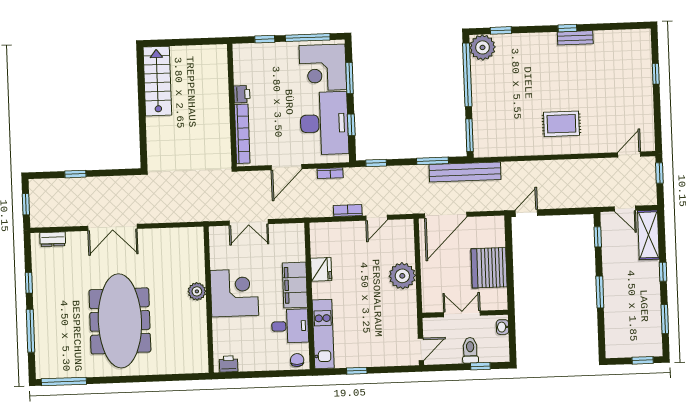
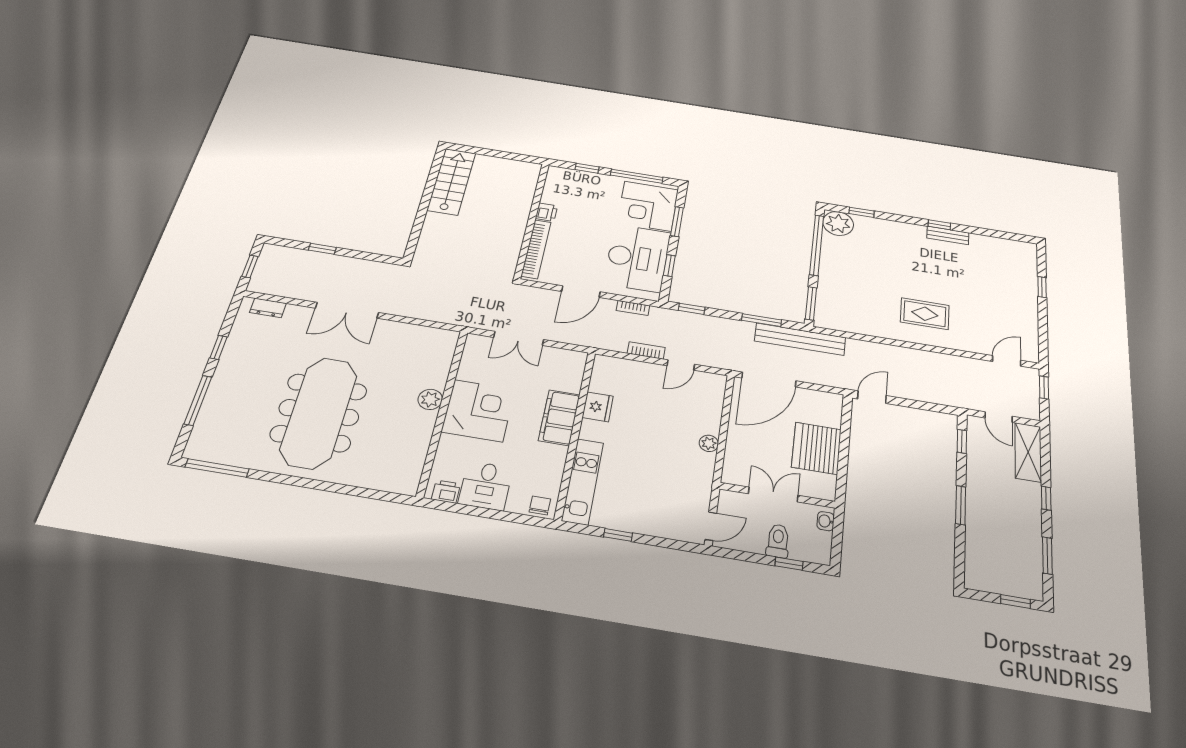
plant: (402, 276) -> (709, 443), width x0.53, depth x0.53
desk: (290, 326) -> (486, 486), moved, turned 90

